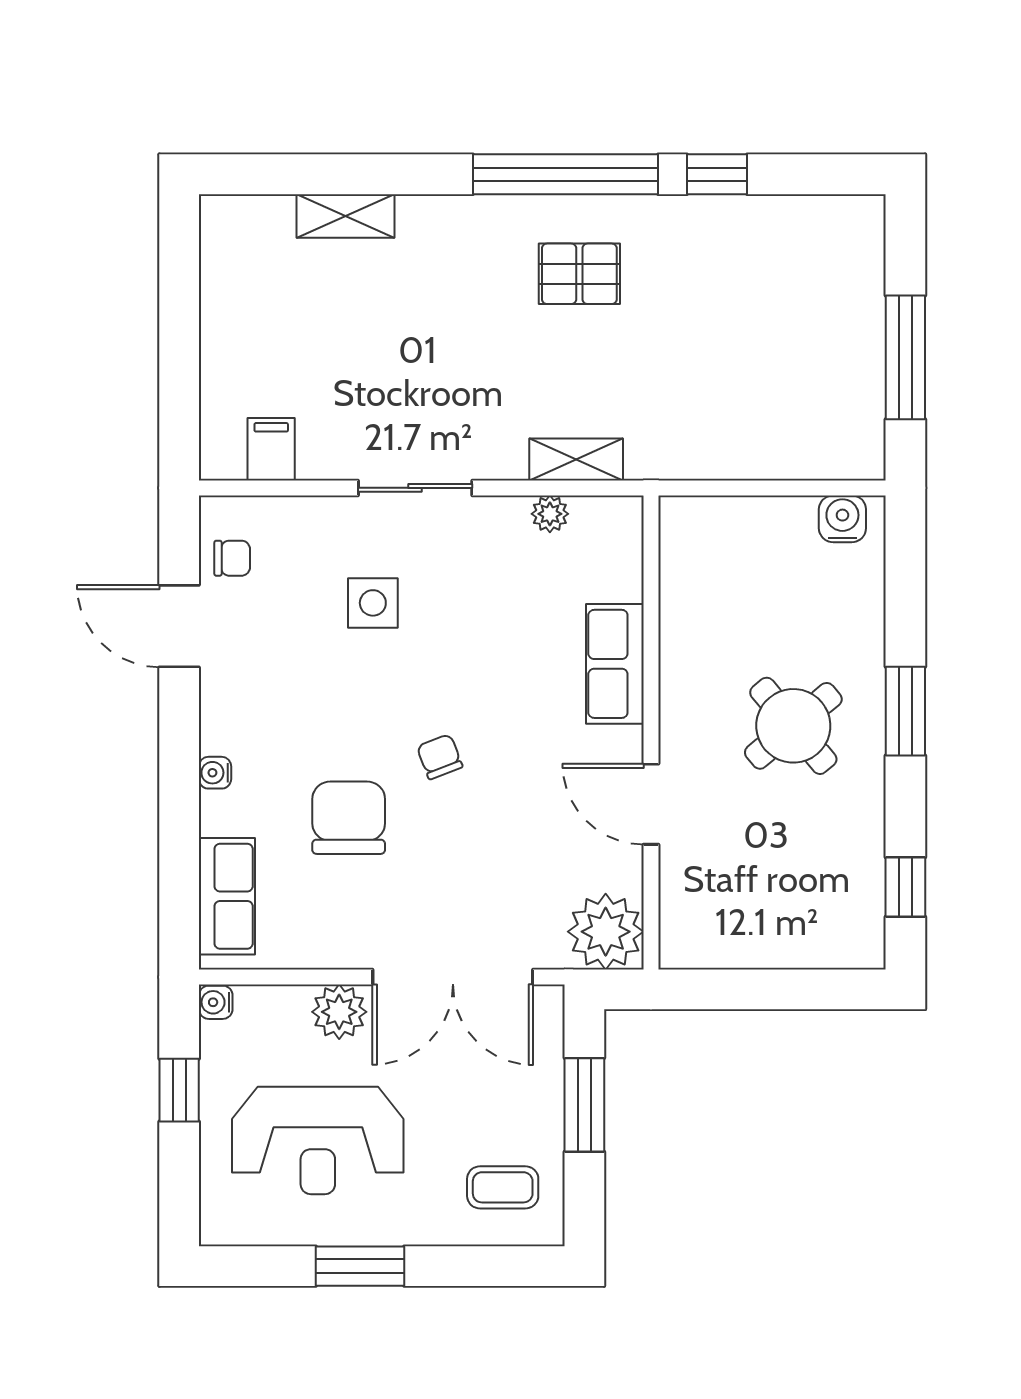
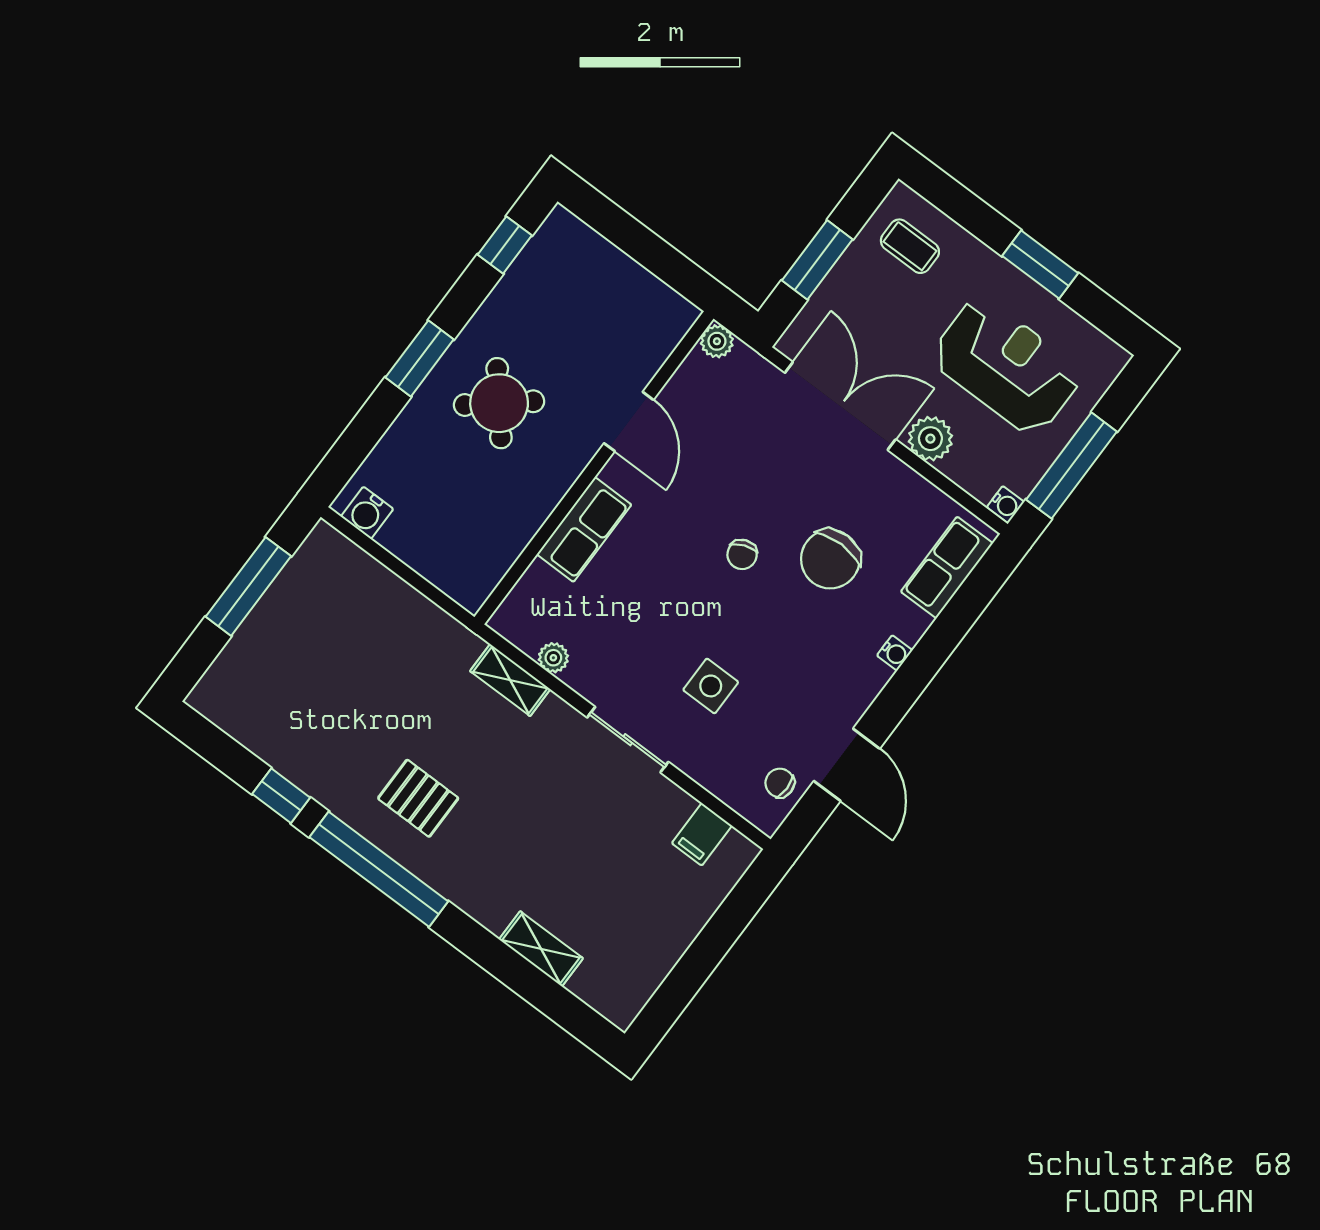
plant: (606, 932) -> (717, 341), width x0.53, depth x0.53
window: (179, 1090) -> (1071, 466), width x2.17

